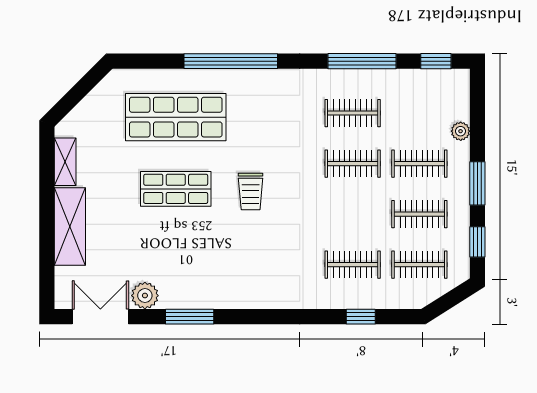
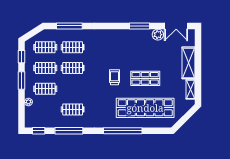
shop shelf: (176, 117) -> (145, 108), width x1.40
clothes rail: (353, 164) -> (73, 68), moved
window: (361, 317) -> (69, 26), width x2.17

